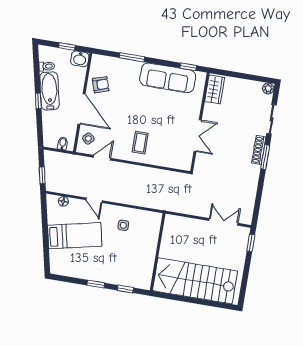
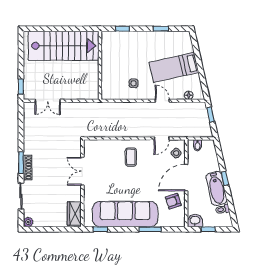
sofa: (168, 78) -> (125, 214), width x1.36, depth x1.27
door: (82, 109) -> (186, 178), hinge flipped
window: (96, 284) -> (161, 29), moved

